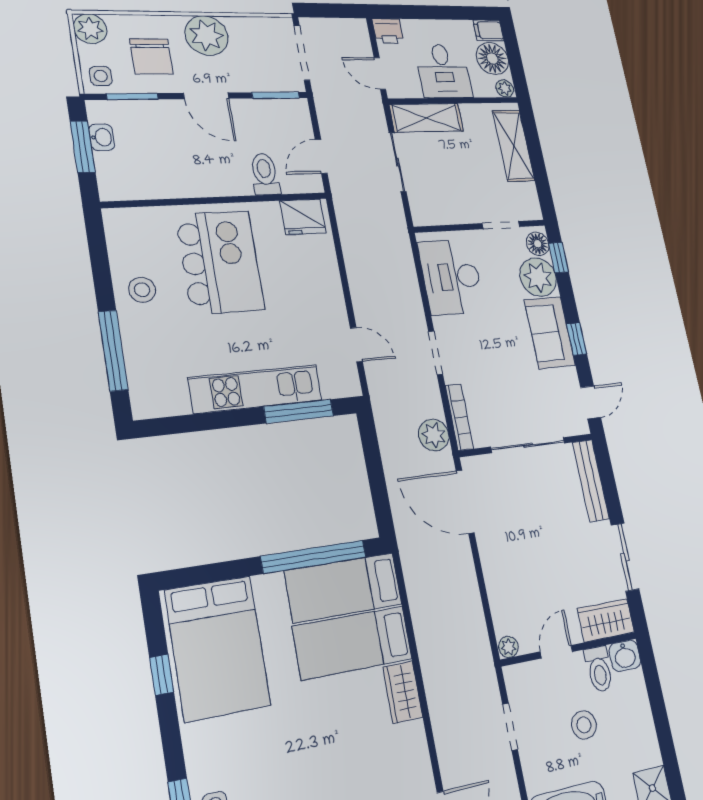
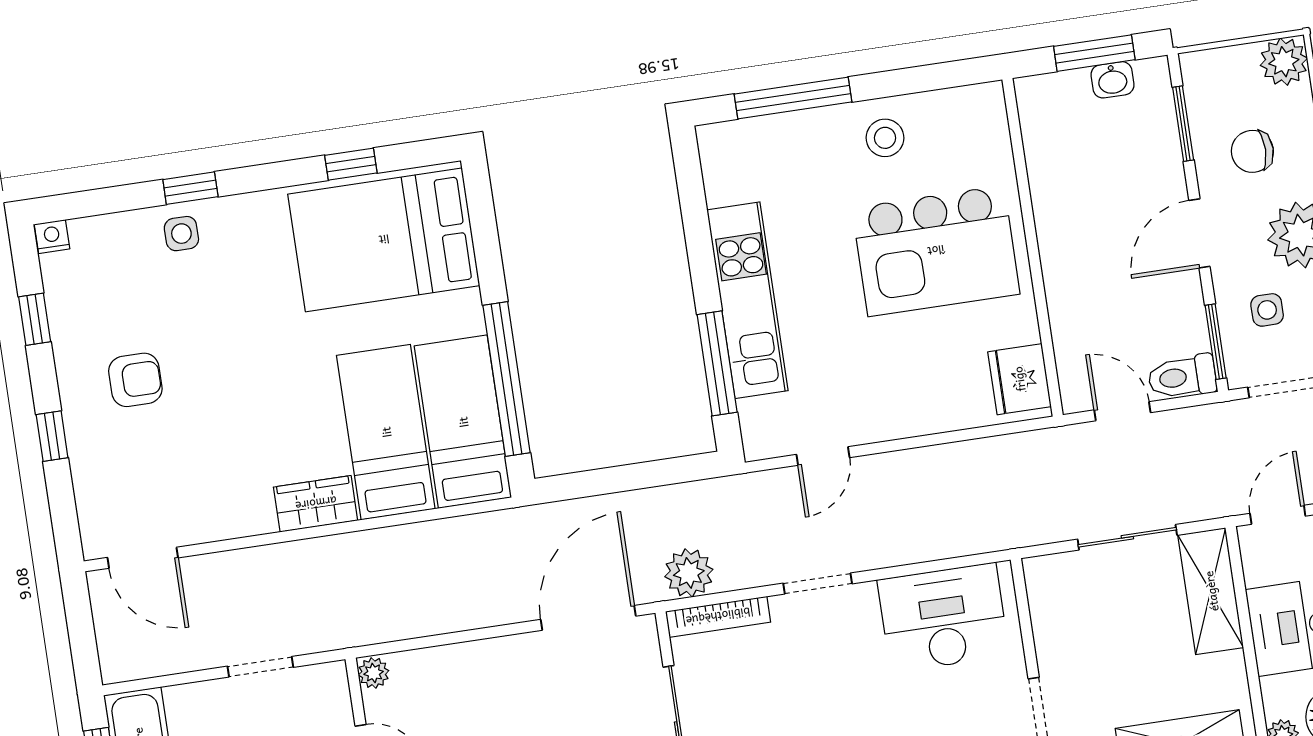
chair: (151, 56) -> (1252, 151), width x0.73, depth x0.73
side table: (101, 76) -> (1267, 310), moved
toilet: (265, 174) -> (1182, 377), moved, turned 180

